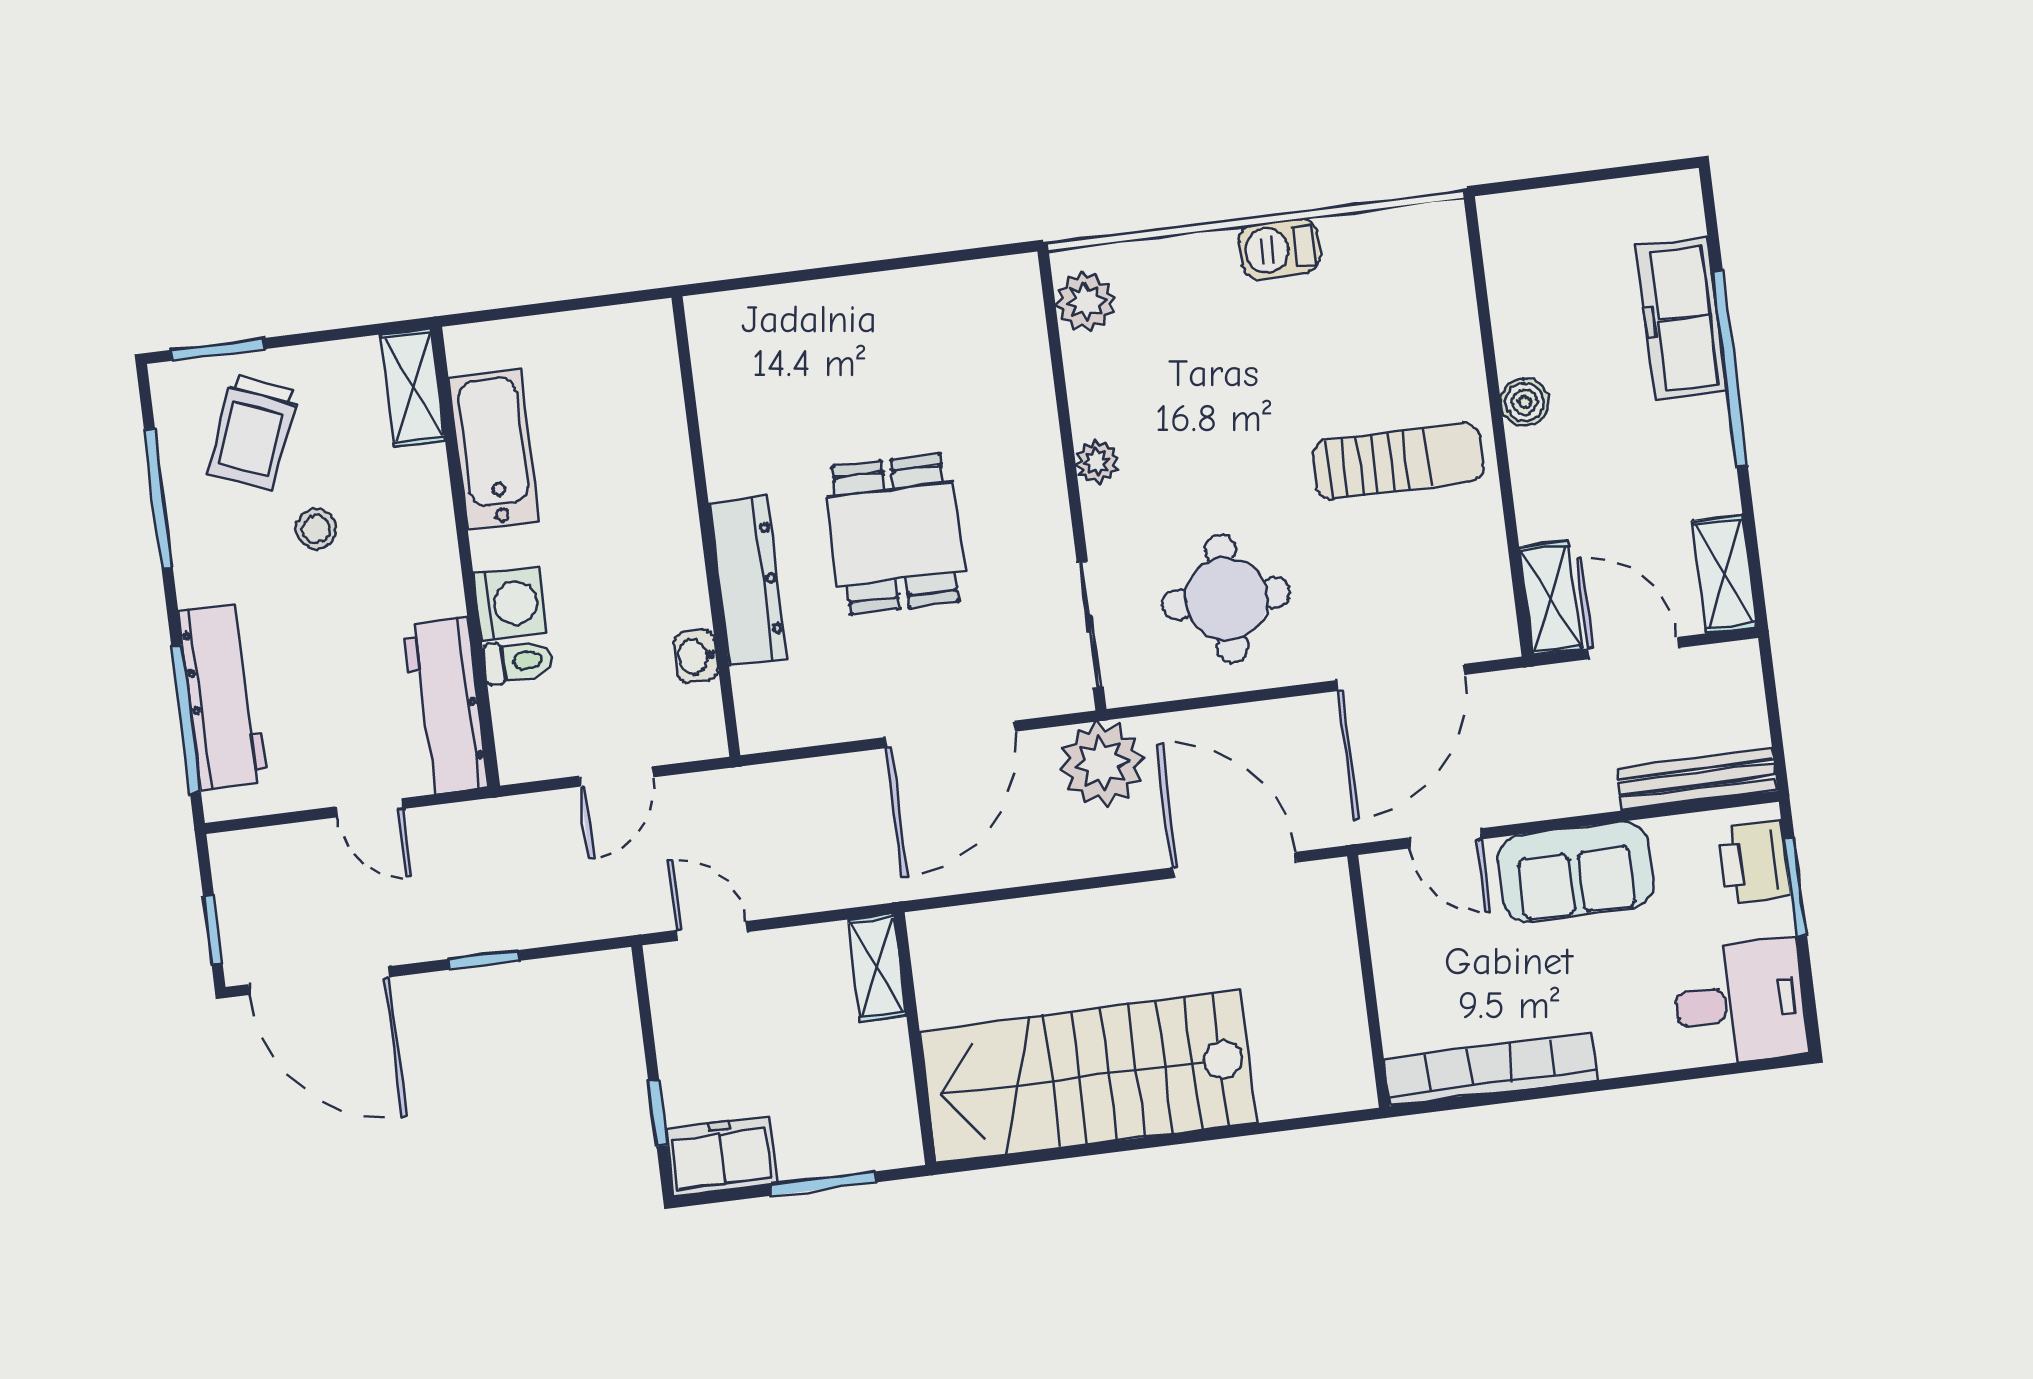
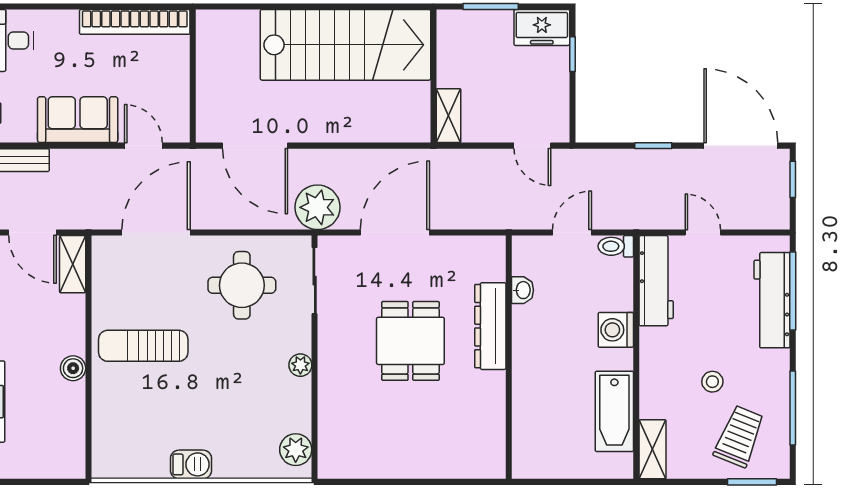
toilet: (518, 662) -> (616, 246), moved

